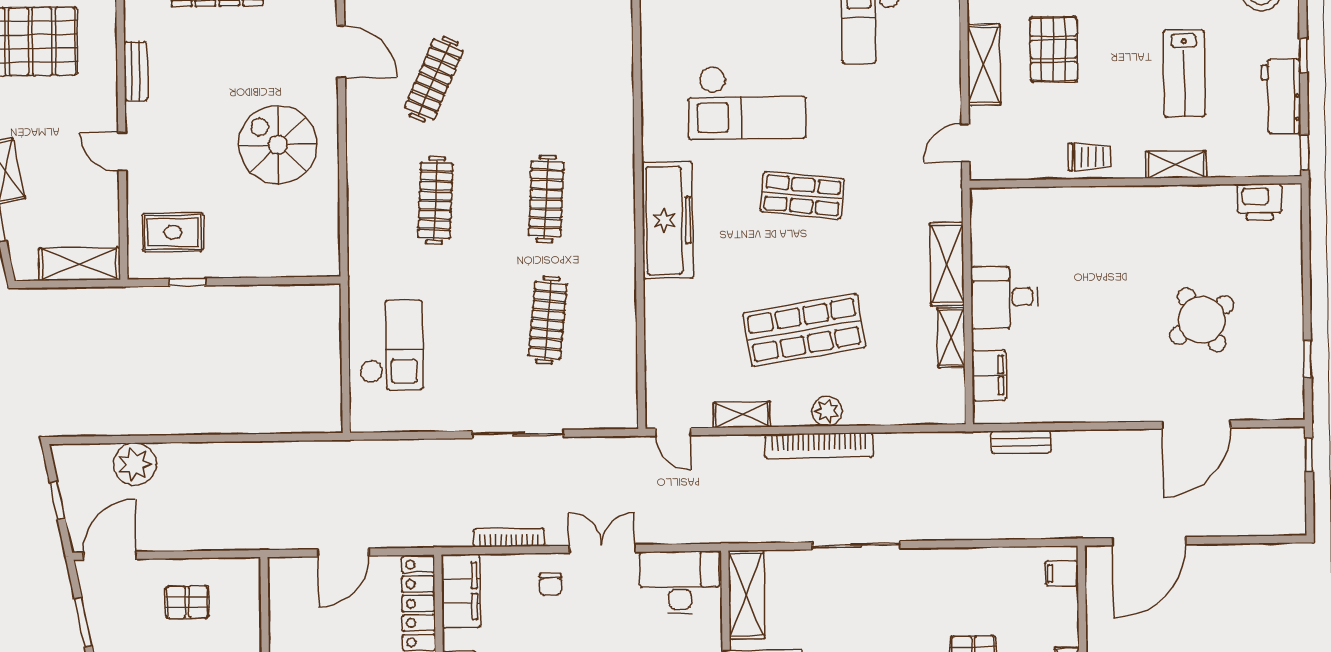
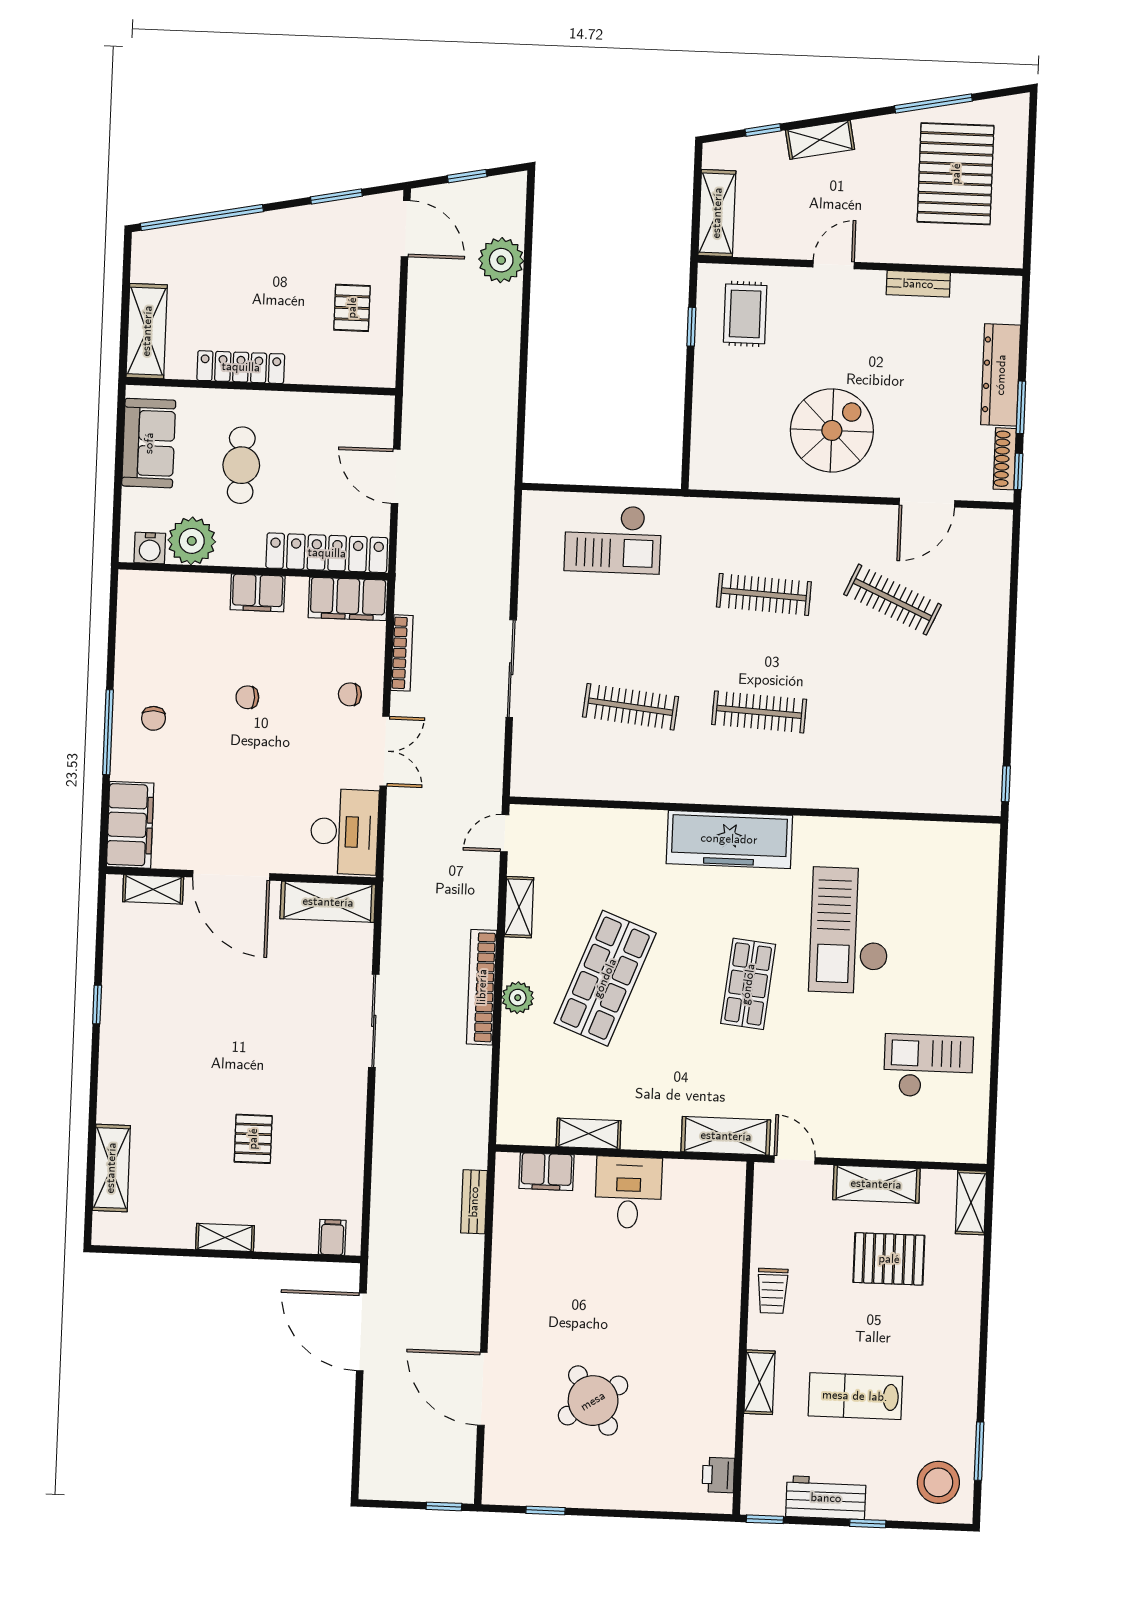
printer: (1260, 202) -> (718, 1475), width x0.73, depth x0.81
shelving: (947, 264) -> (726, 1136), moved
shop shelf: (804, 330) -> (605, 978), turned 30

